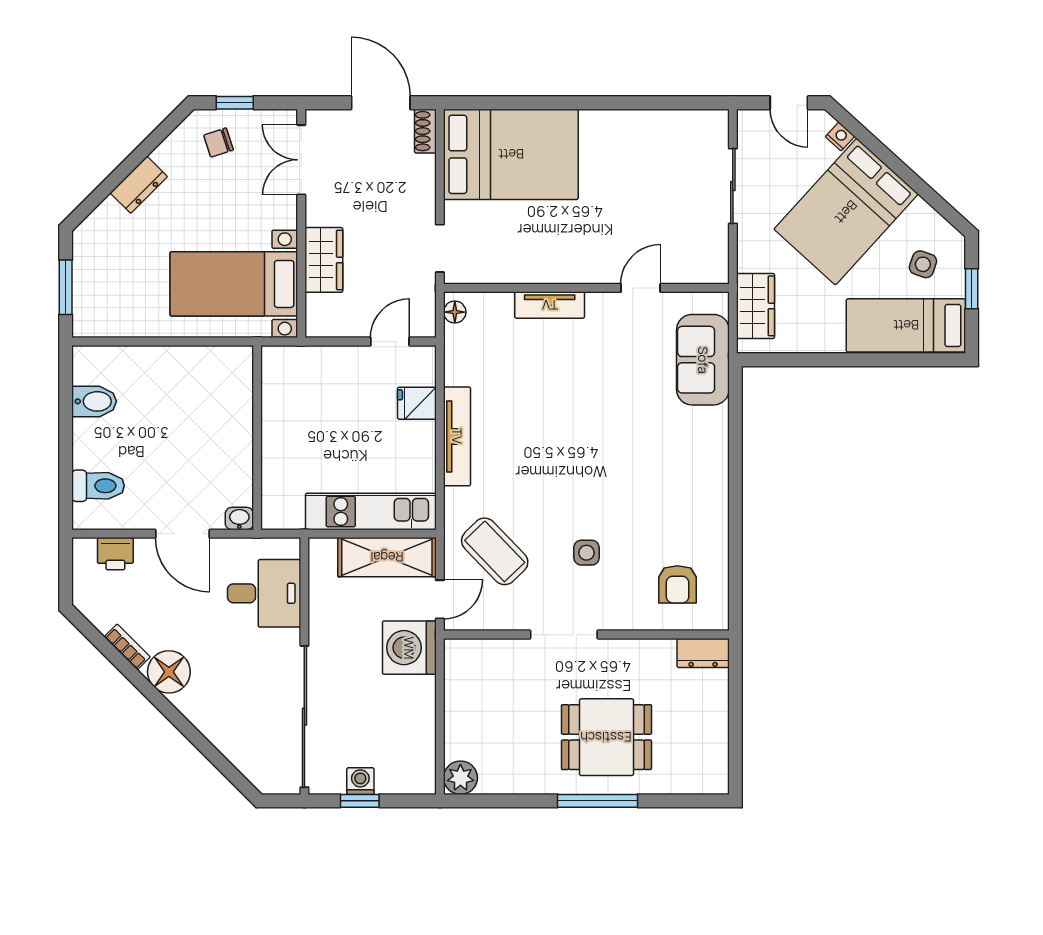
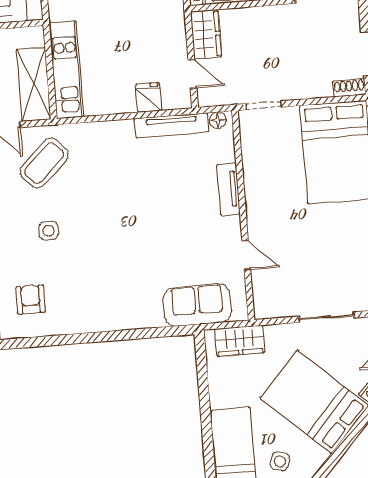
wardrobe: (324, 260) -> (206, 34), moved, turned -90
tv unit: (457, 436) -> (172, 125), moved
armchair: (677, 584) -> (31, 299), turned 90

